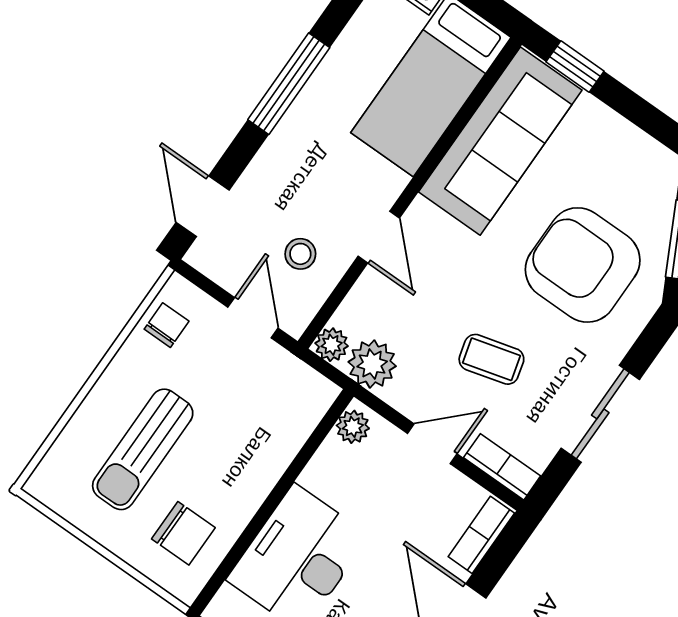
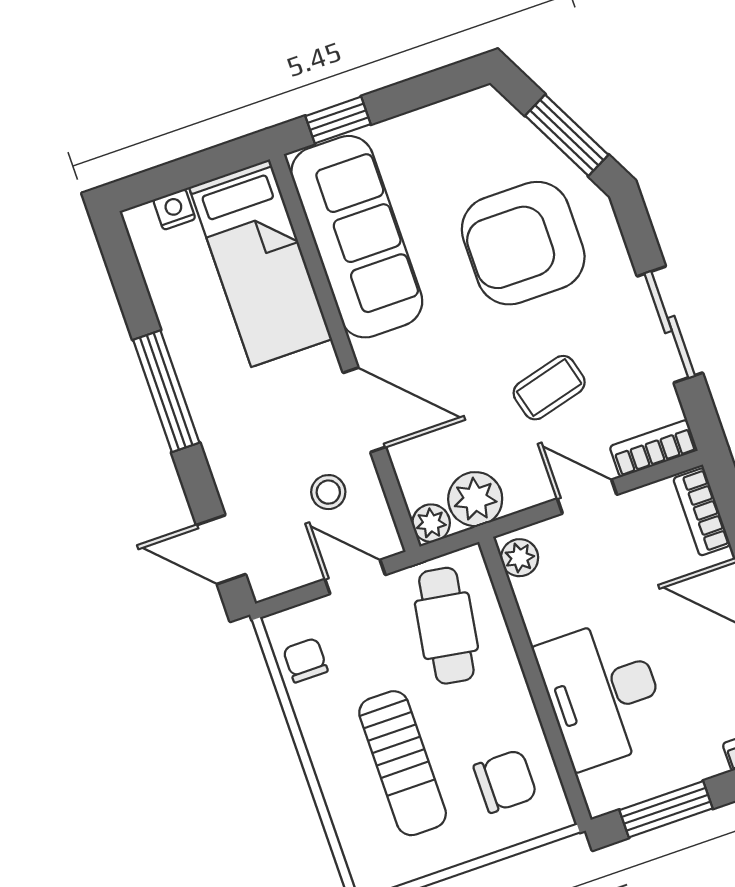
door: (379, 237) -> (364, 410), width x1.38
cafe table: (265, 409) -> (446, 626), added
door: (432, 444) -> (587, 497), hinge flipped

